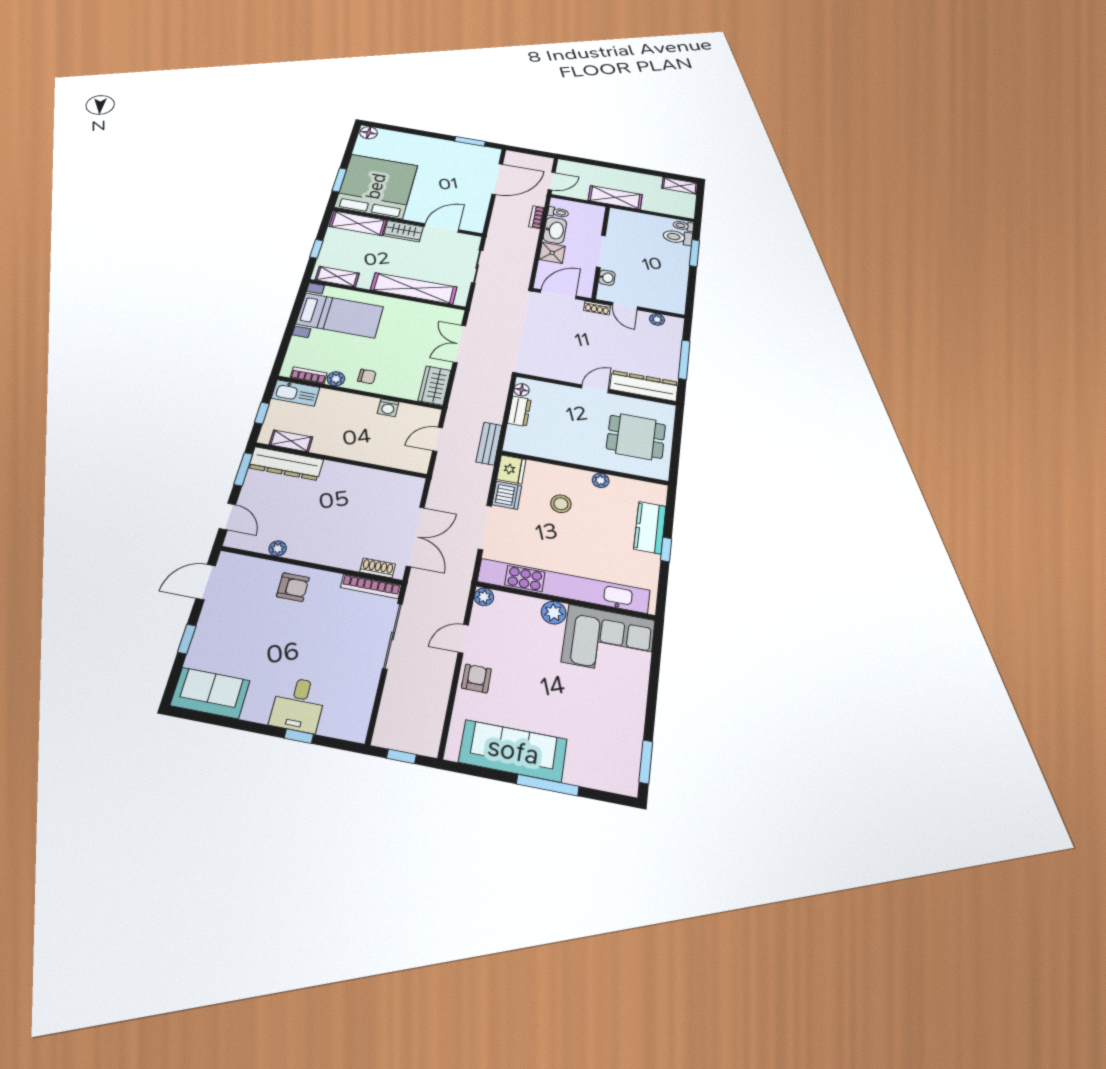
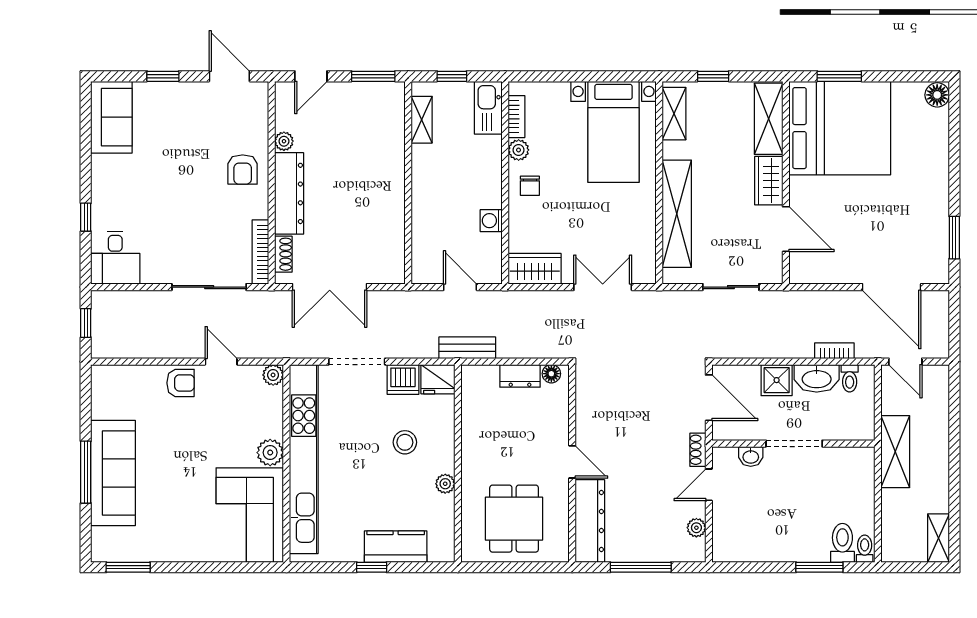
dresser: (286, 464) -> (289, 193), moved, turned 180
desk: (298, 705) -> (115, 258), moved, turned -90
sofa: (513, 751) -> (113, 473), moved

